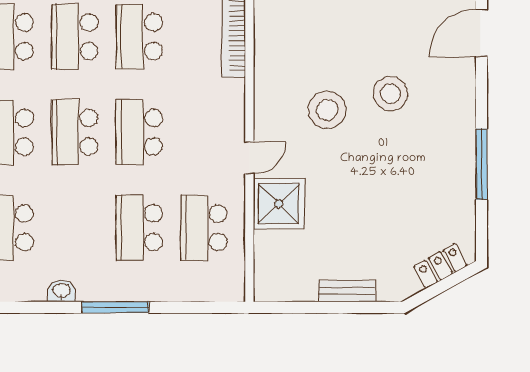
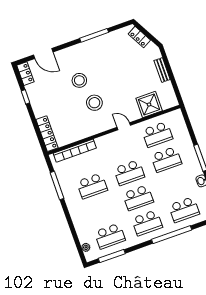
school desk: (75, 37) -> (101, 211), removed
shower: (279, 204) -> (149, 105), moved

